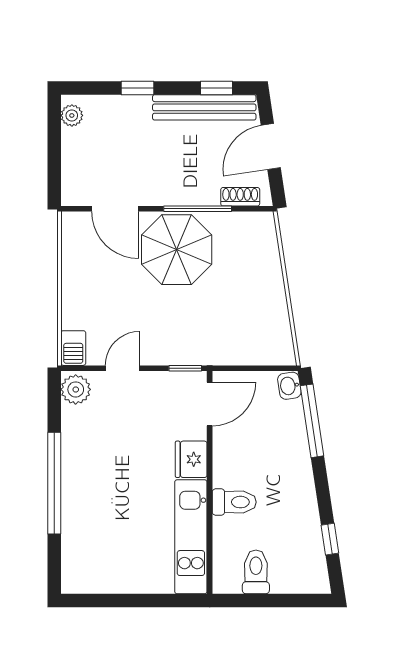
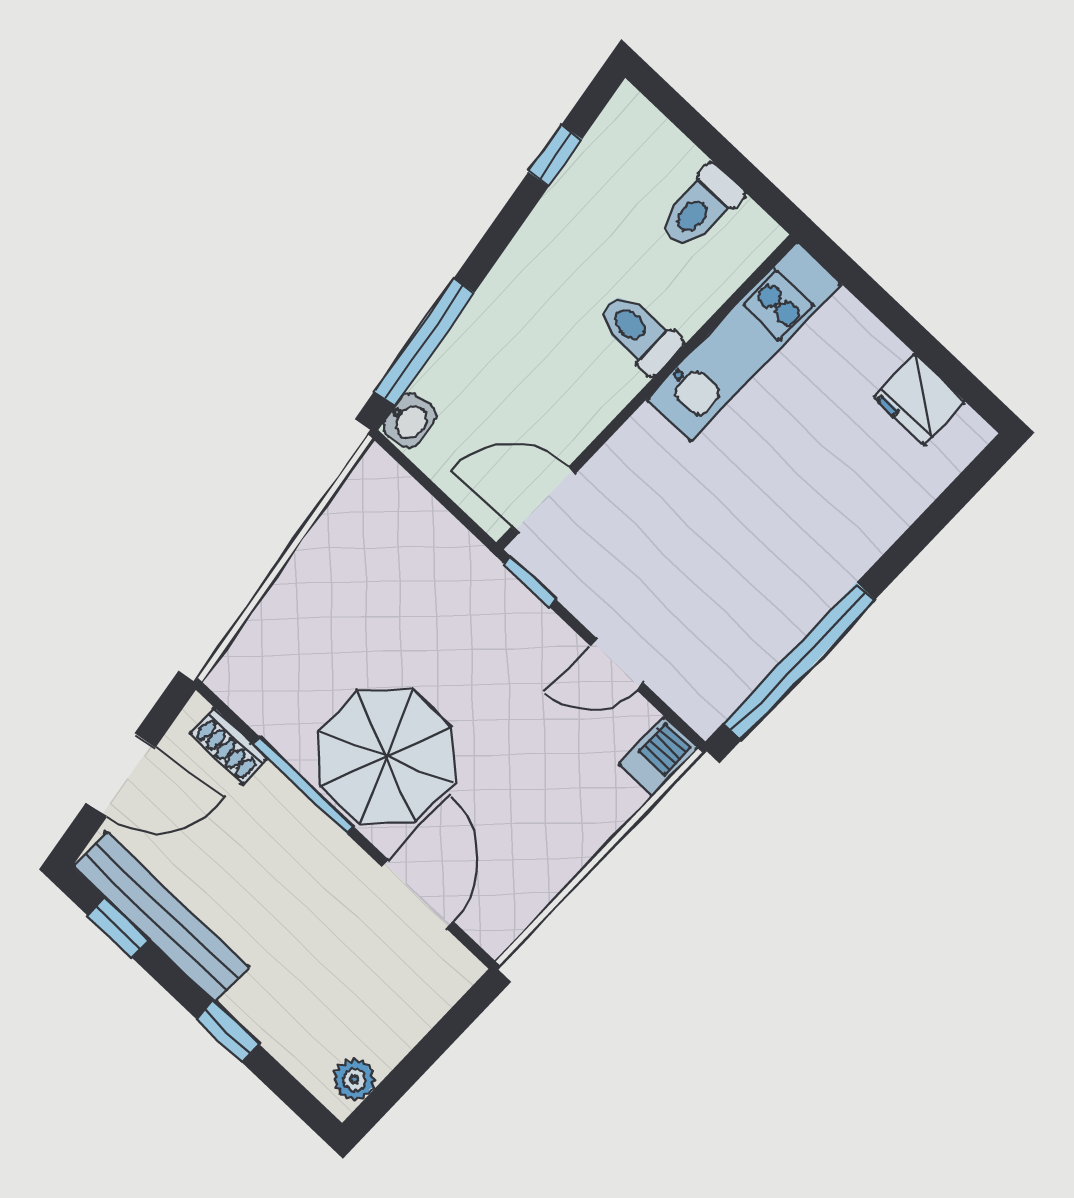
plant: (76, 389) -> (709, 696), removed
fridge: (191, 459) -> (919, 399), moved, turned 90
window: (54, 483) -> (799, 661), moved

